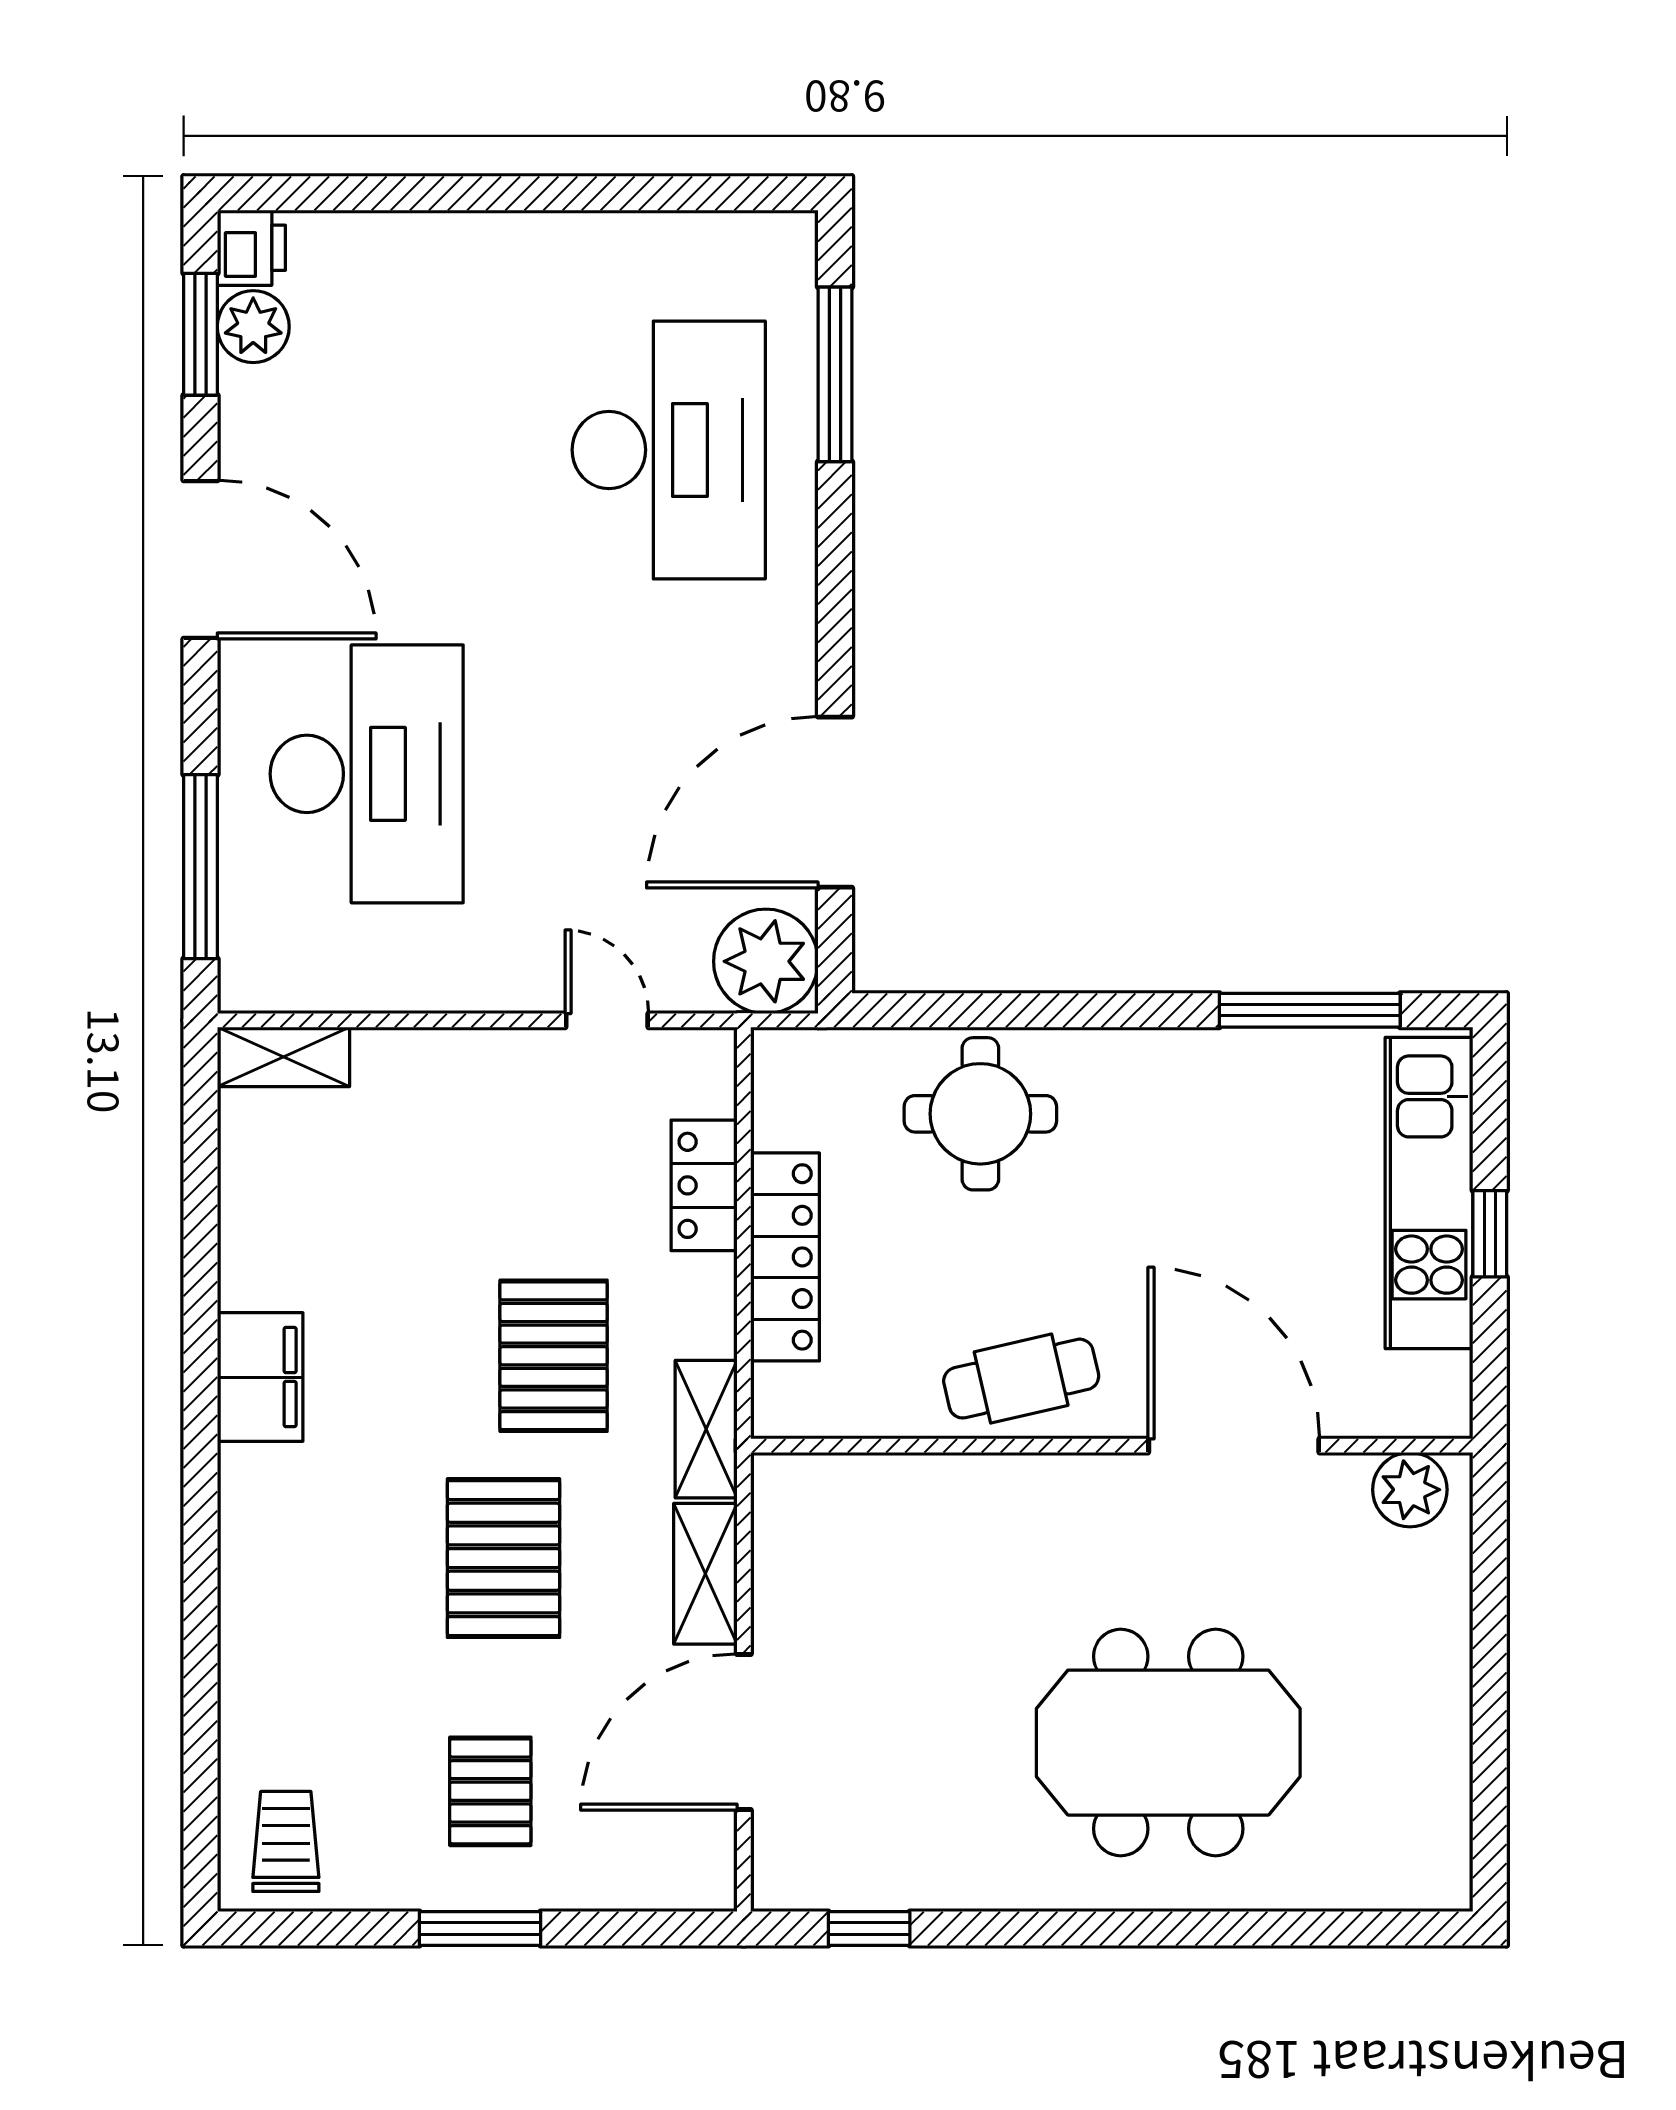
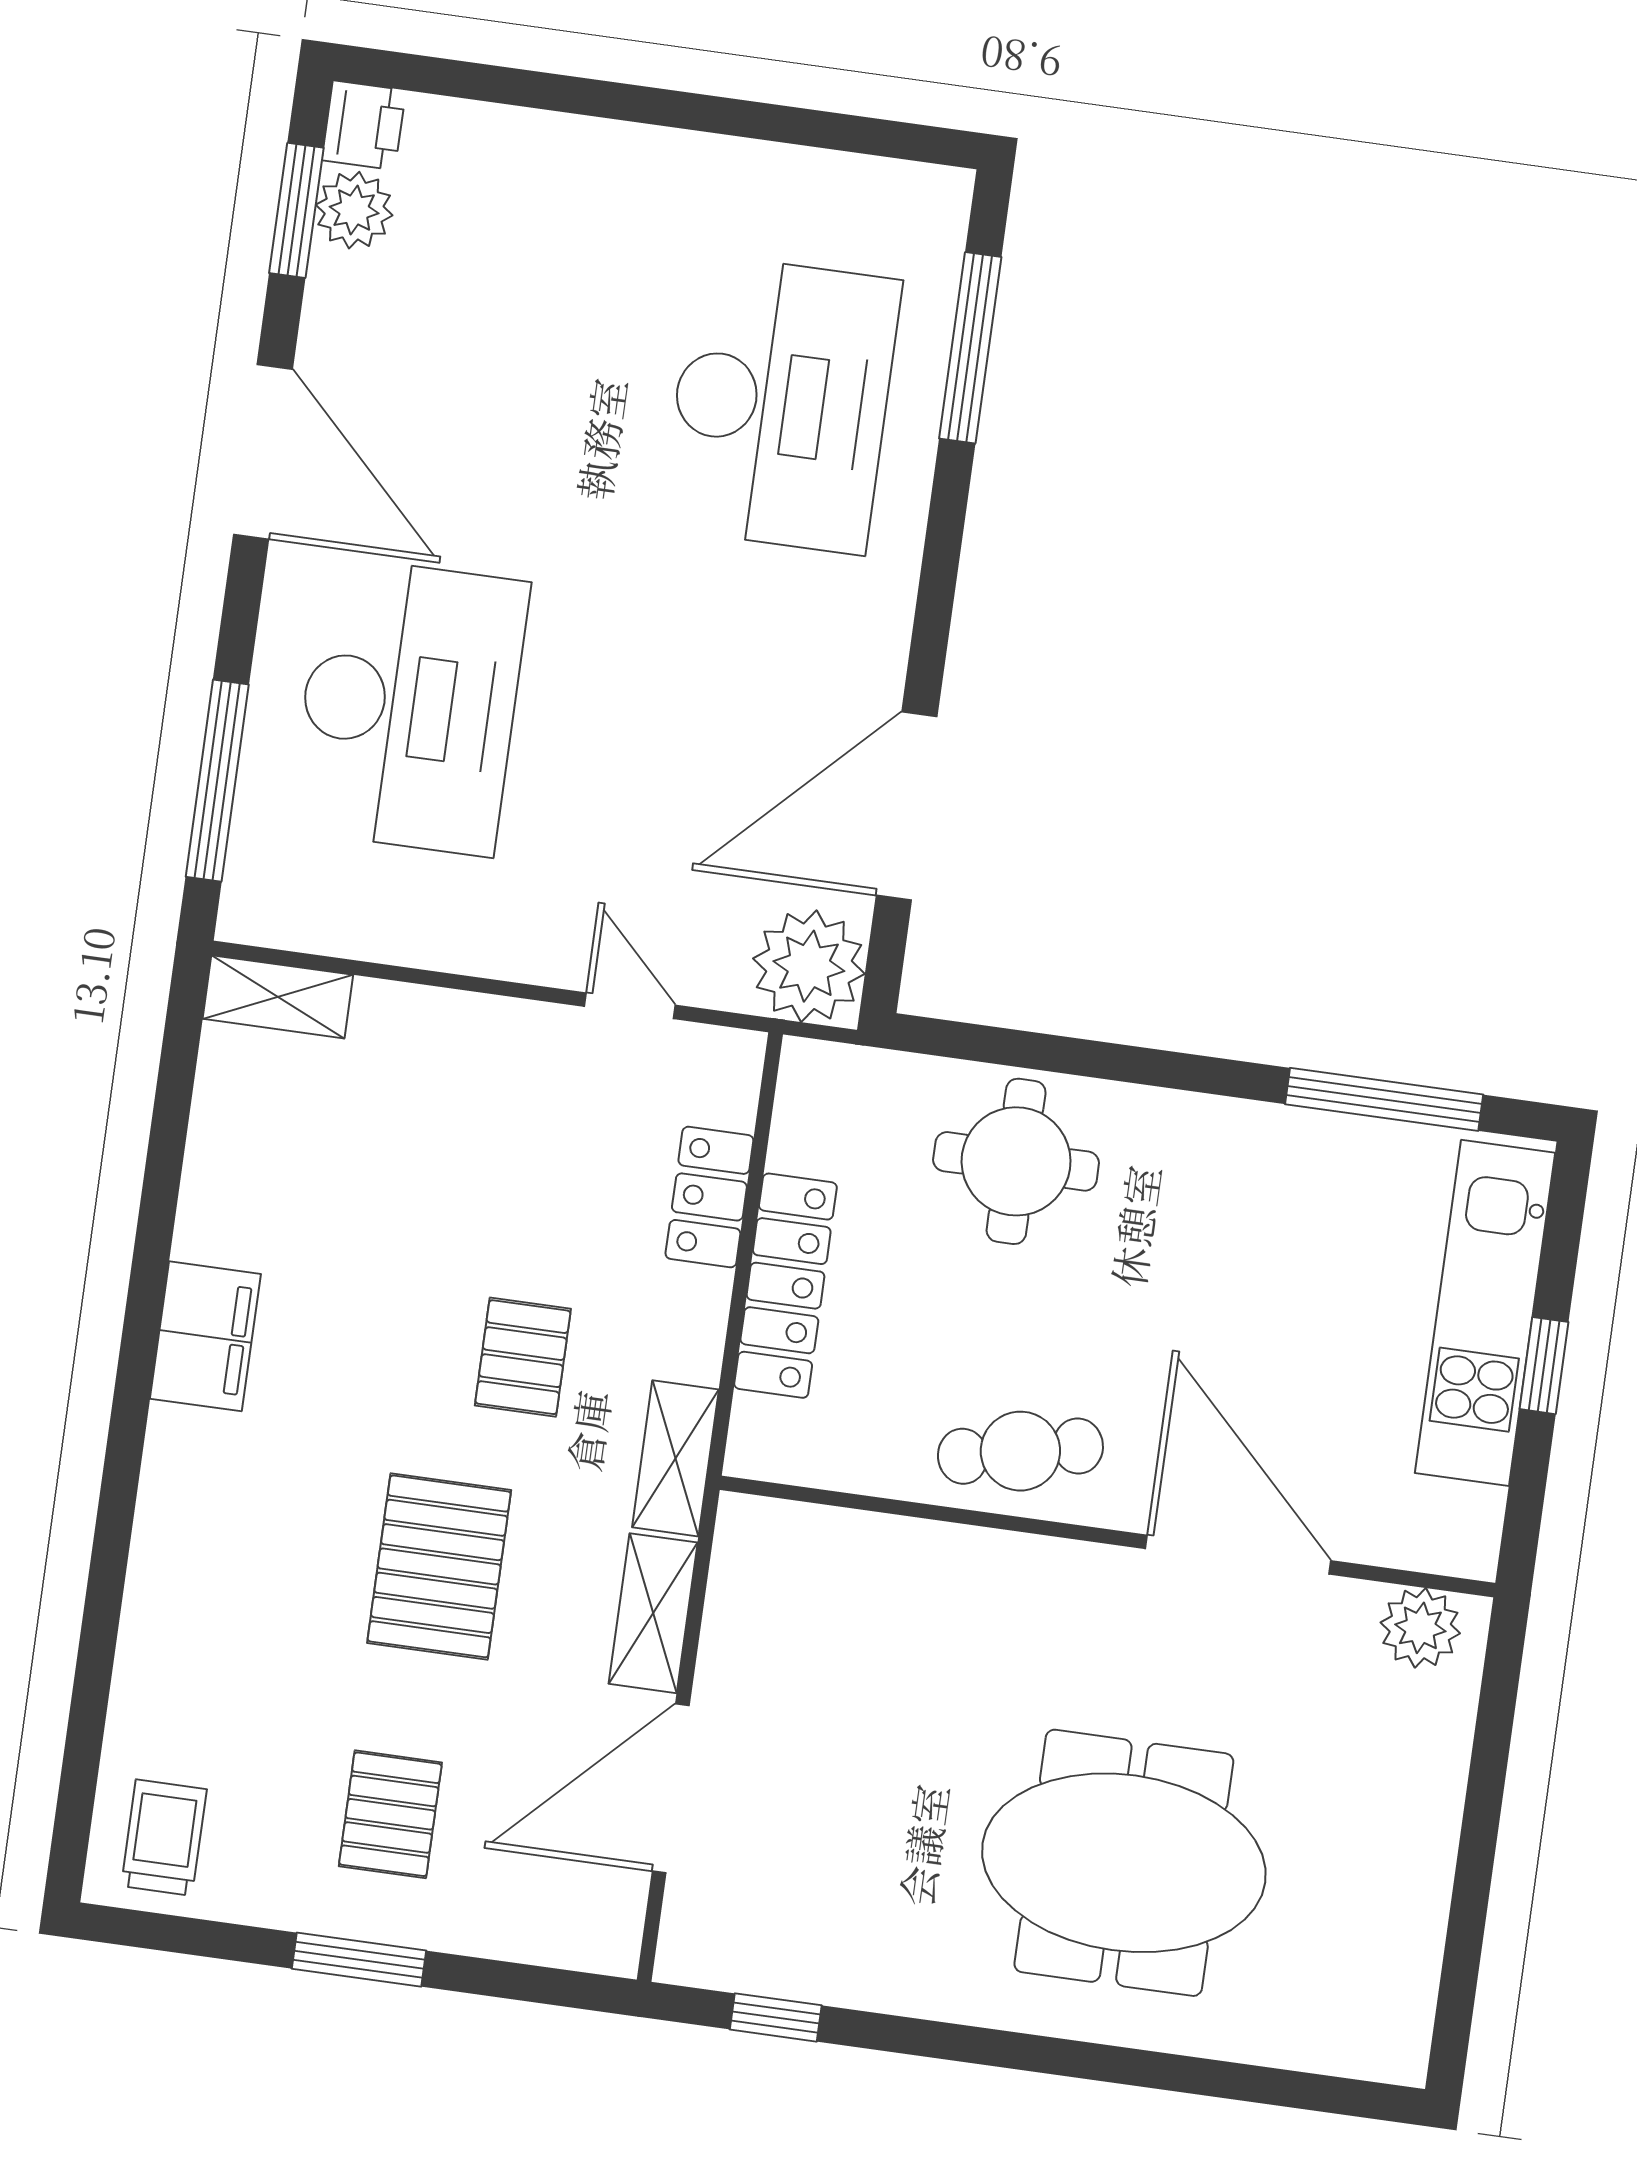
pallet: (554, 1356) -> (523, 1357), width x0.67, depth x0.71

